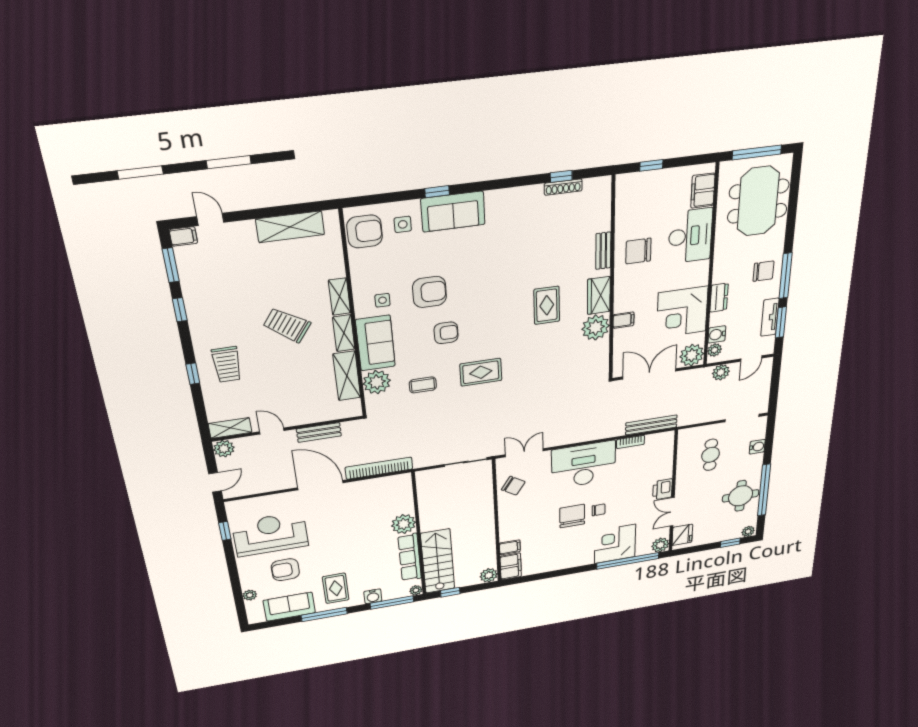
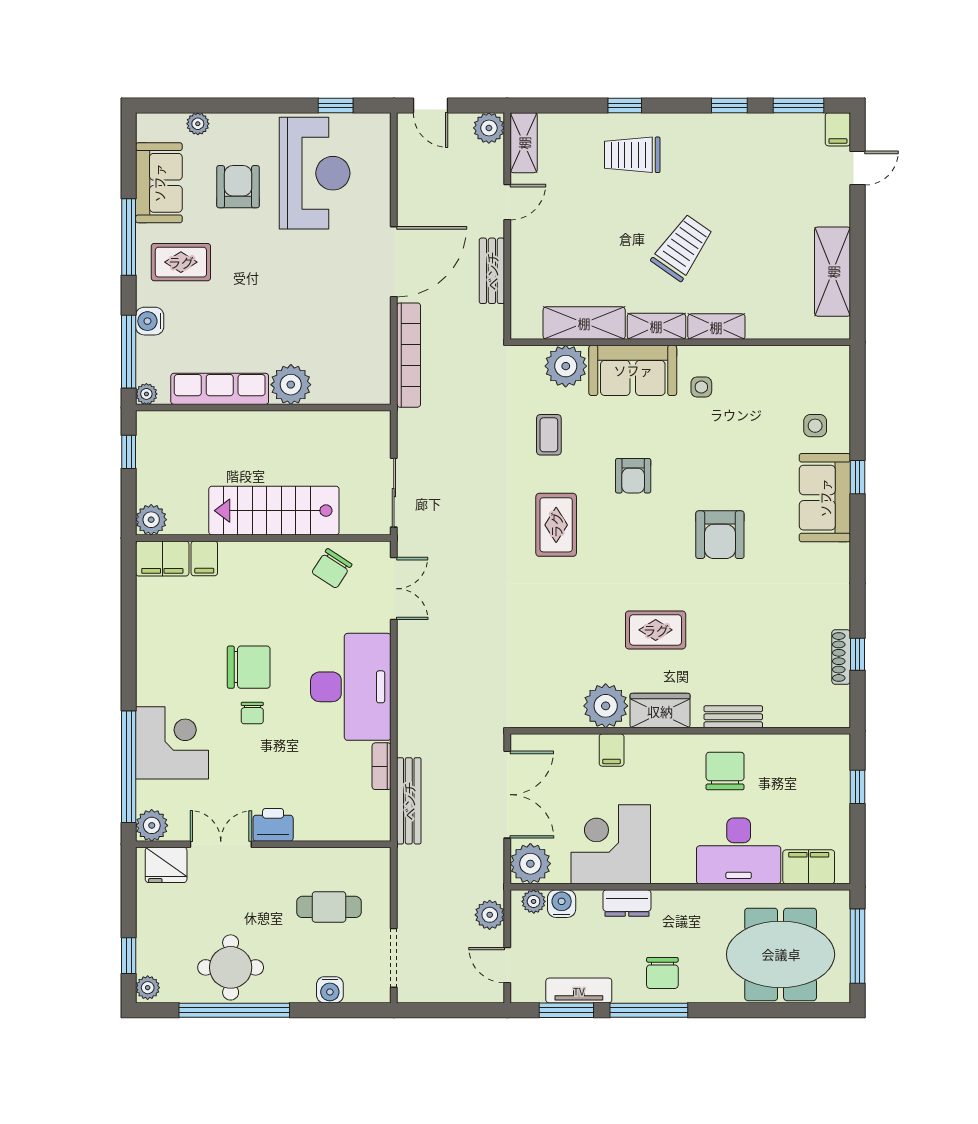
armchair: (365, 231) -> (812, 372), removed
armchair: (429, 292) -> (720, 535), moved
stairs: (438, 561) -> (274, 511), moved, turned 180

